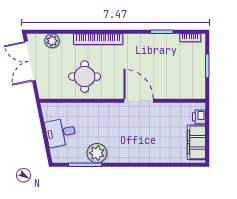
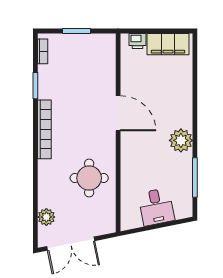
bookcase: (98, 39) -> (44, 129), moved
door: (139, 101) -> (118, 113), swing flipped
plant: (97, 153) -> (181, 140), moved

